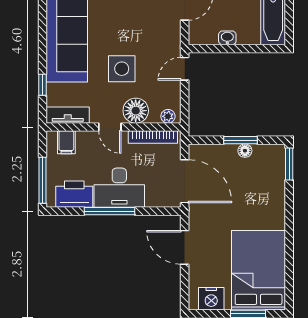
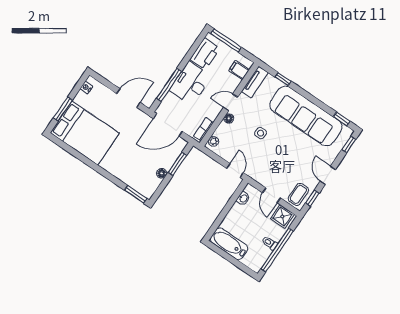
washbasin: (227, 38) -> (243, 198), moved
side table: (122, 69) -> (261, 133), width x0.54, depth x0.54
floor lamp: (136, 111) -> (229, 118), width x0.53, depth x0.53
bookcase: (153, 137) -> (204, 129), width x0.64
window: (240, 140) -> (177, 164), moved
window: (110, 211) -> (169, 85), moved
nightstand: (211, 299) -> (86, 88), width x0.53, depth x0.56

